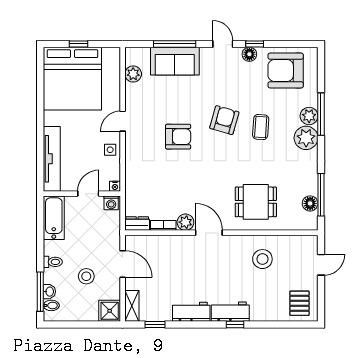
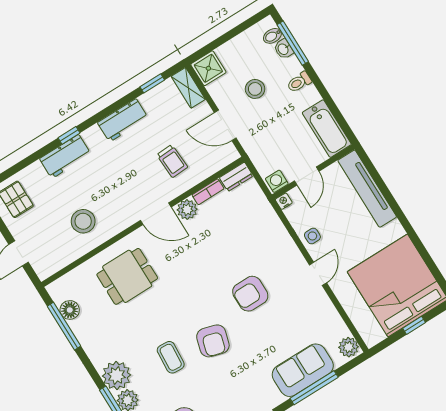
plant: (133, 74) -> (349, 347), moved
trolley: (175, 262) -> (172, 161), added
workbench: (230, 312) -> (65, 156), moved

